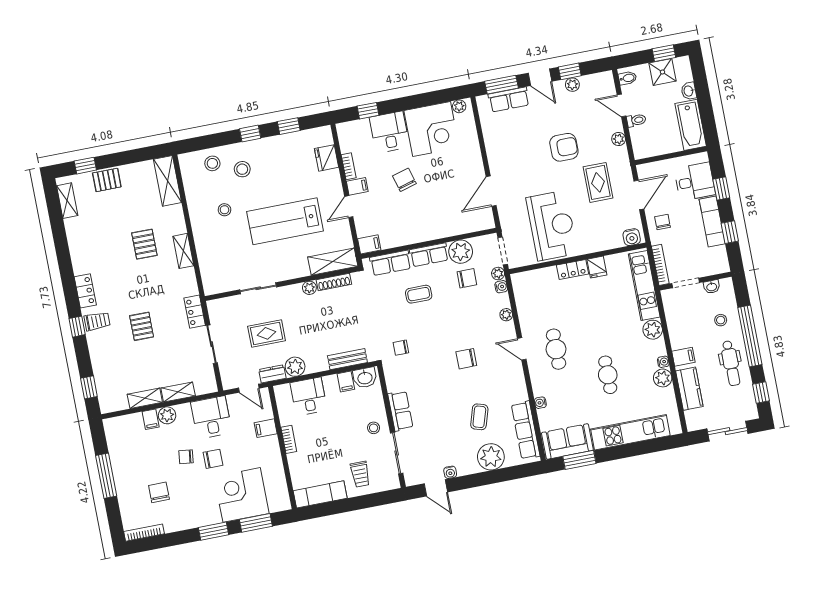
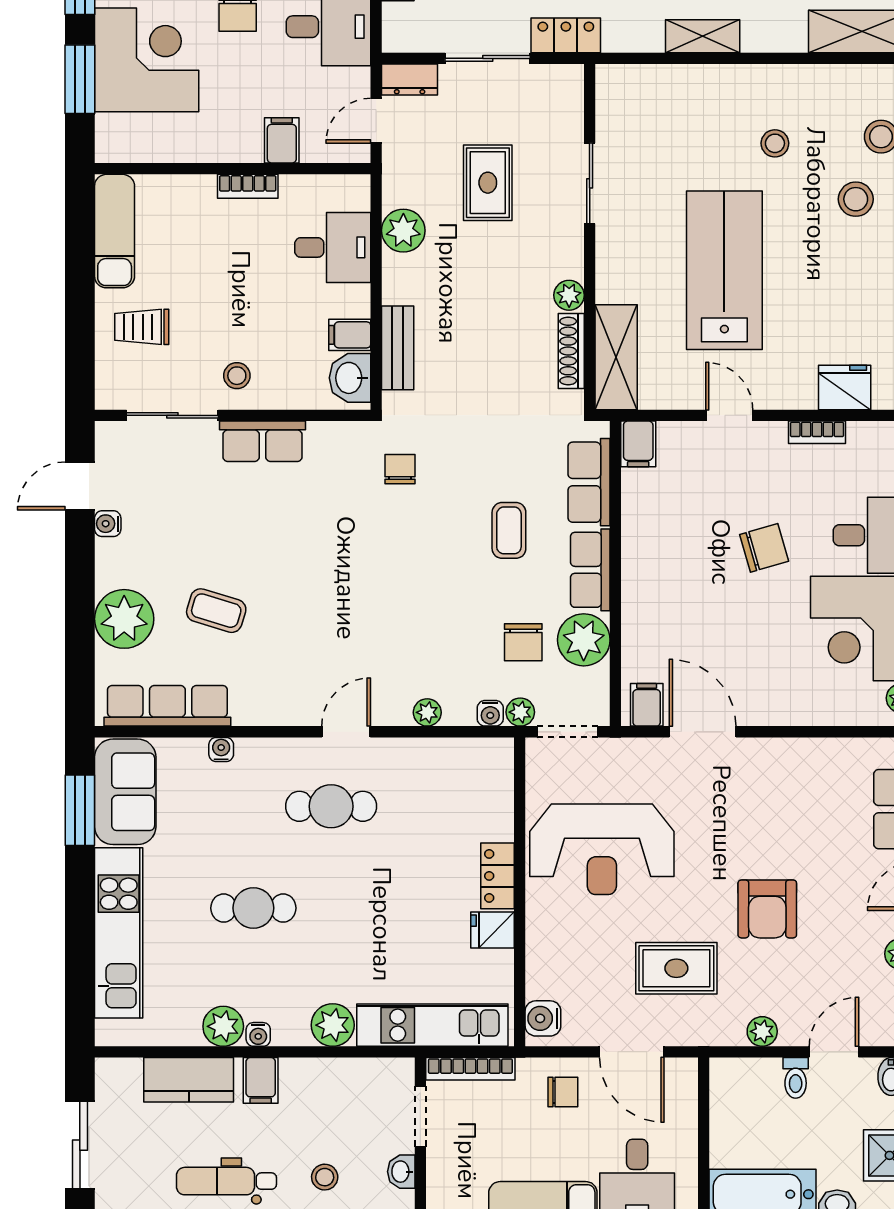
filing cabinet: (357, 186) -> (647, 705), moved, turned 180
chair: (466, 359) -> (348, 607), removed
dresser: (272, 374) -> (410, 80), moved, turned 90

